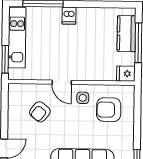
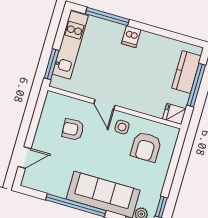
armchair: (109, 110) -> (146, 147), turned -90
armchair: (40, 112) -> (73, 129), turned 47

